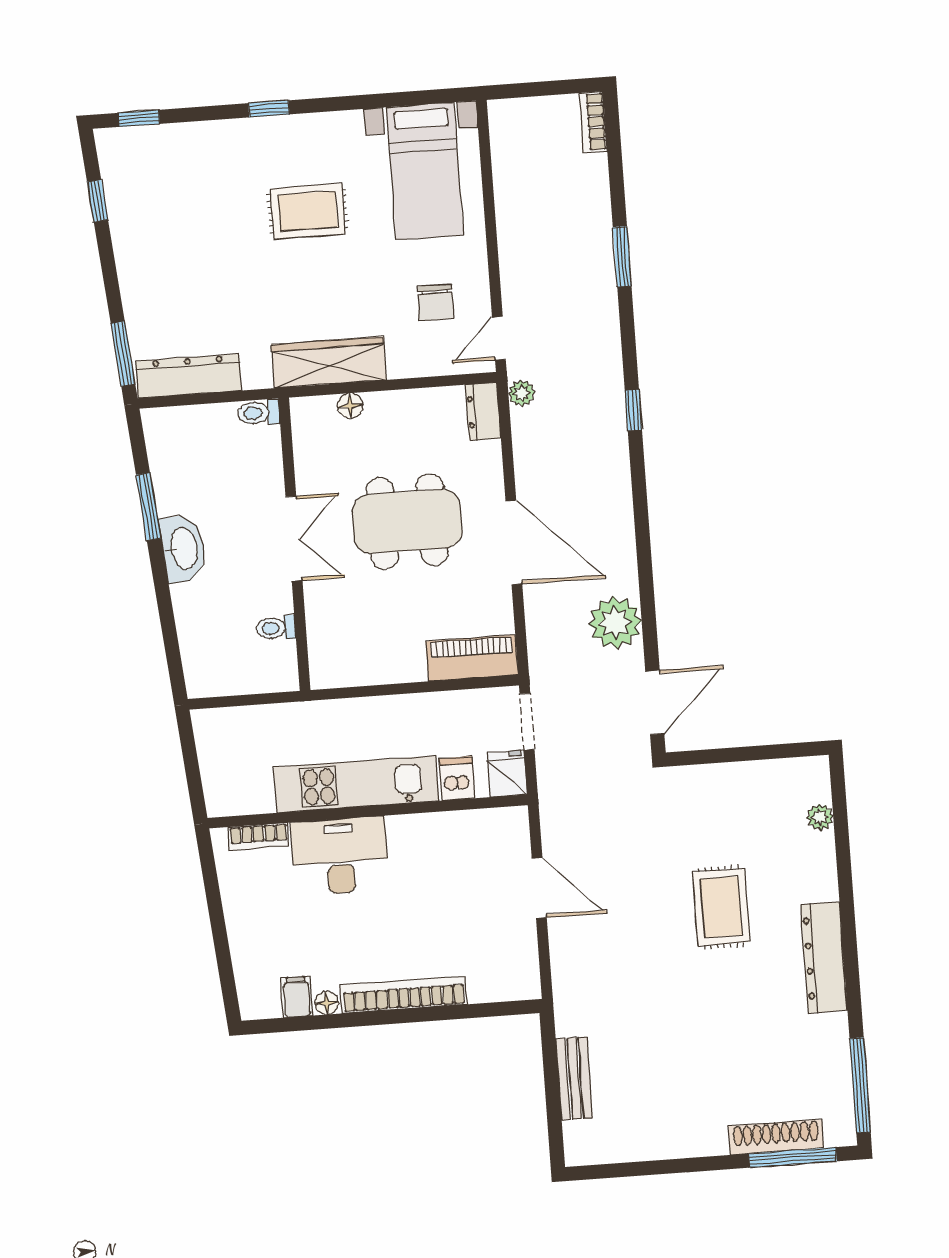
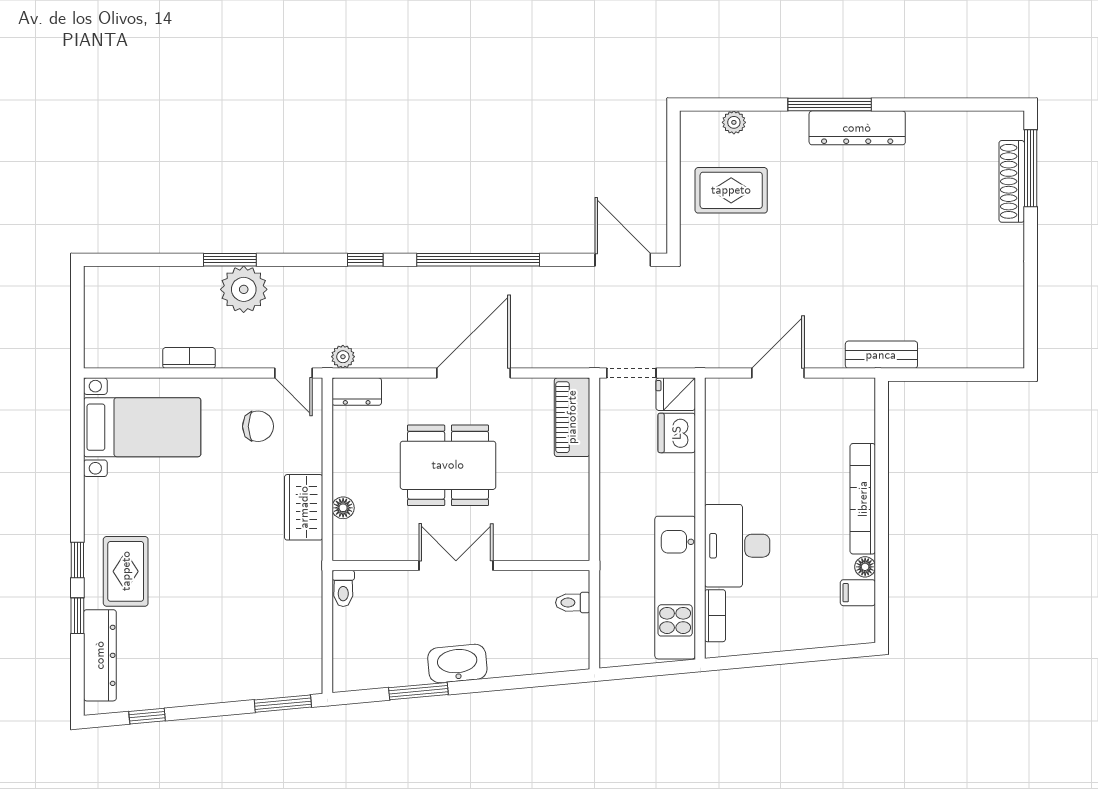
window: (139, 118) -> (77, 616), moved
bookcase: (593, 122) -> (189, 358), moved, turned 180
rug: (308, 211) -> (126, 571), moved
wardrobe: (329, 362) -> (304, 507), width x0.67
dresser: (188, 376) -> (100, 655), moved, turned 180
dining table: (407, 521) -> (448, 465), turned 90
window: (643, 538) -> (478, 260), added
plant: (615, 623) -> (244, 289), moved
toilet: (276, 628) -> (573, 603), moved, turned 90
dishwasher: (457, 778) -> (677, 433), width x1.38
kitchen unit: (356, 784) -> (675, 588), moved
rug: (721, 907) -> (731, 190), moved
bench: (574, 1078) -> (881, 355), moved
window: (860, 1085) -> (830, 105), moved

